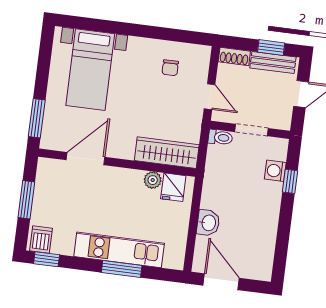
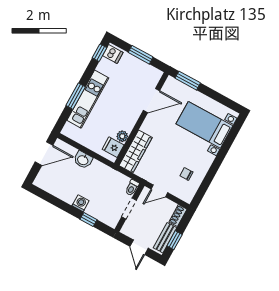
door: (85, 159) -> (152, 101), hinge flipped
washing machine: (275, 171) -> (81, 203), moved

